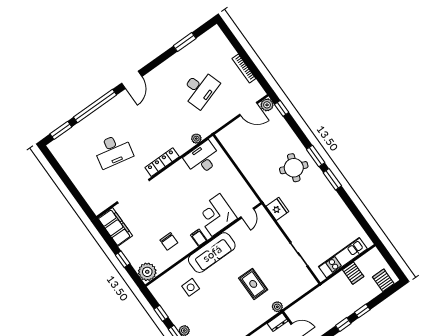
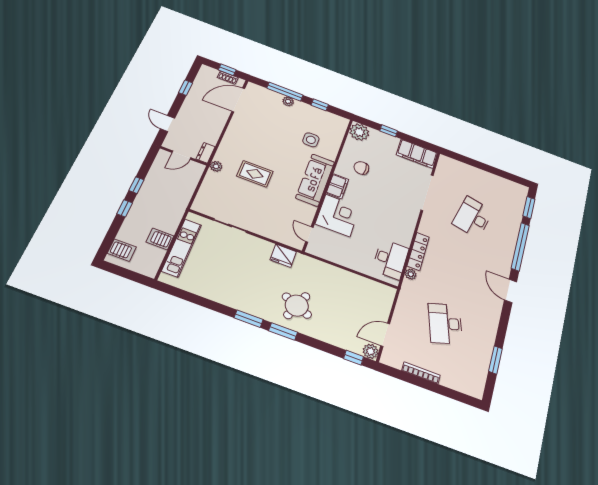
locker: (162, 162) -> (418, 251), moved
filing cabinet: (199, 238) -> (337, 186), width x2.00

